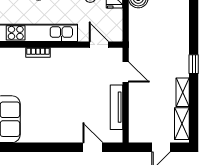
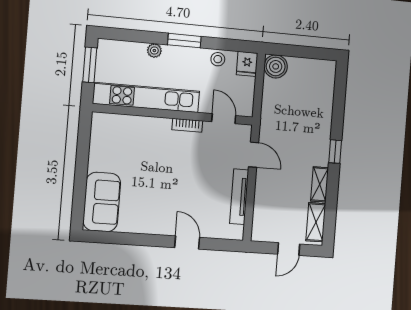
bookcase: (38, 52) -> (187, 125), moved
door: (93, 147) -> (187, 243), moved

